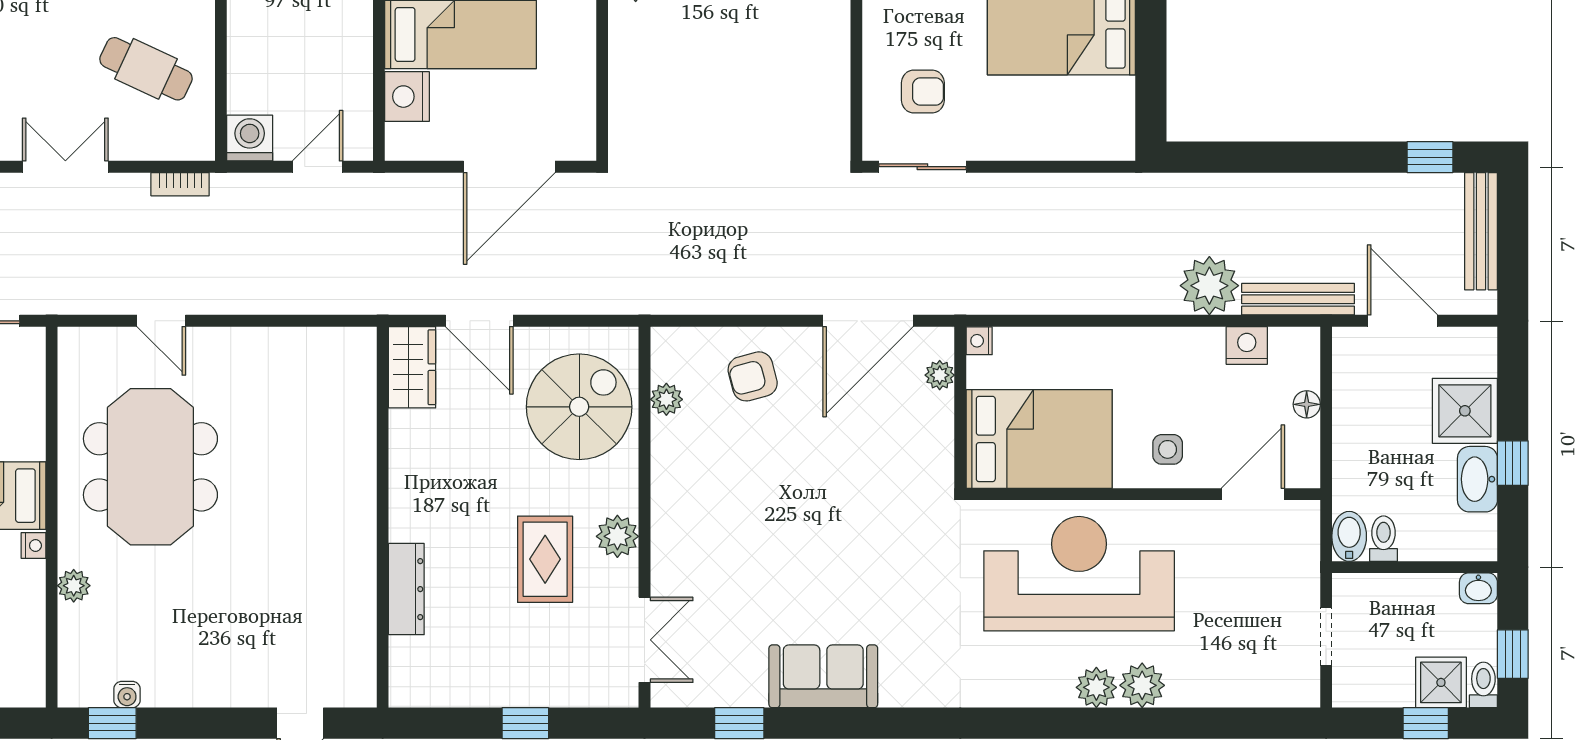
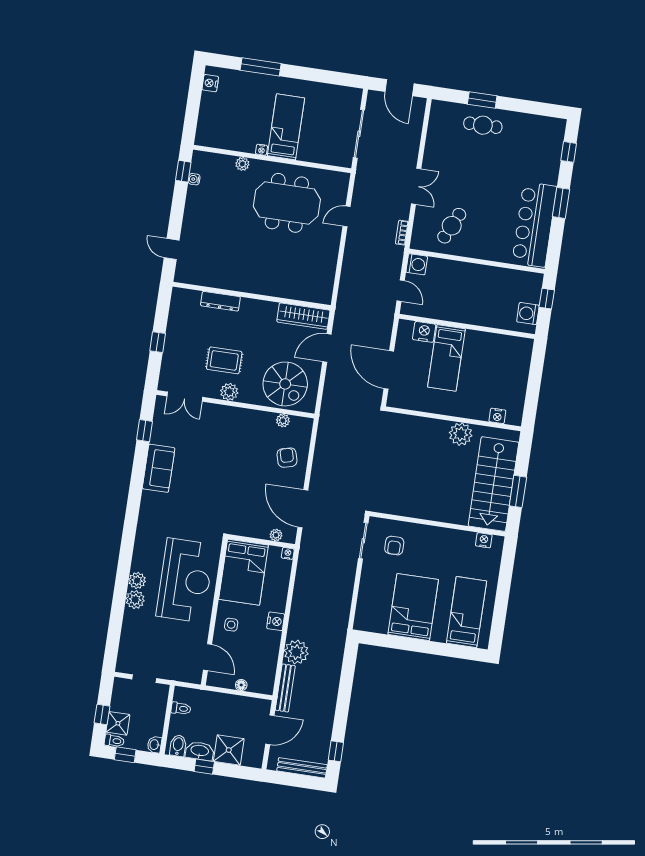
nightstand: (1247, 345) -> (276, 621), moved
wardrobe: (412, 367) -> (303, 316), width x1.50
bidet: (1349, 536) -> (178, 746), moved, turned -90

